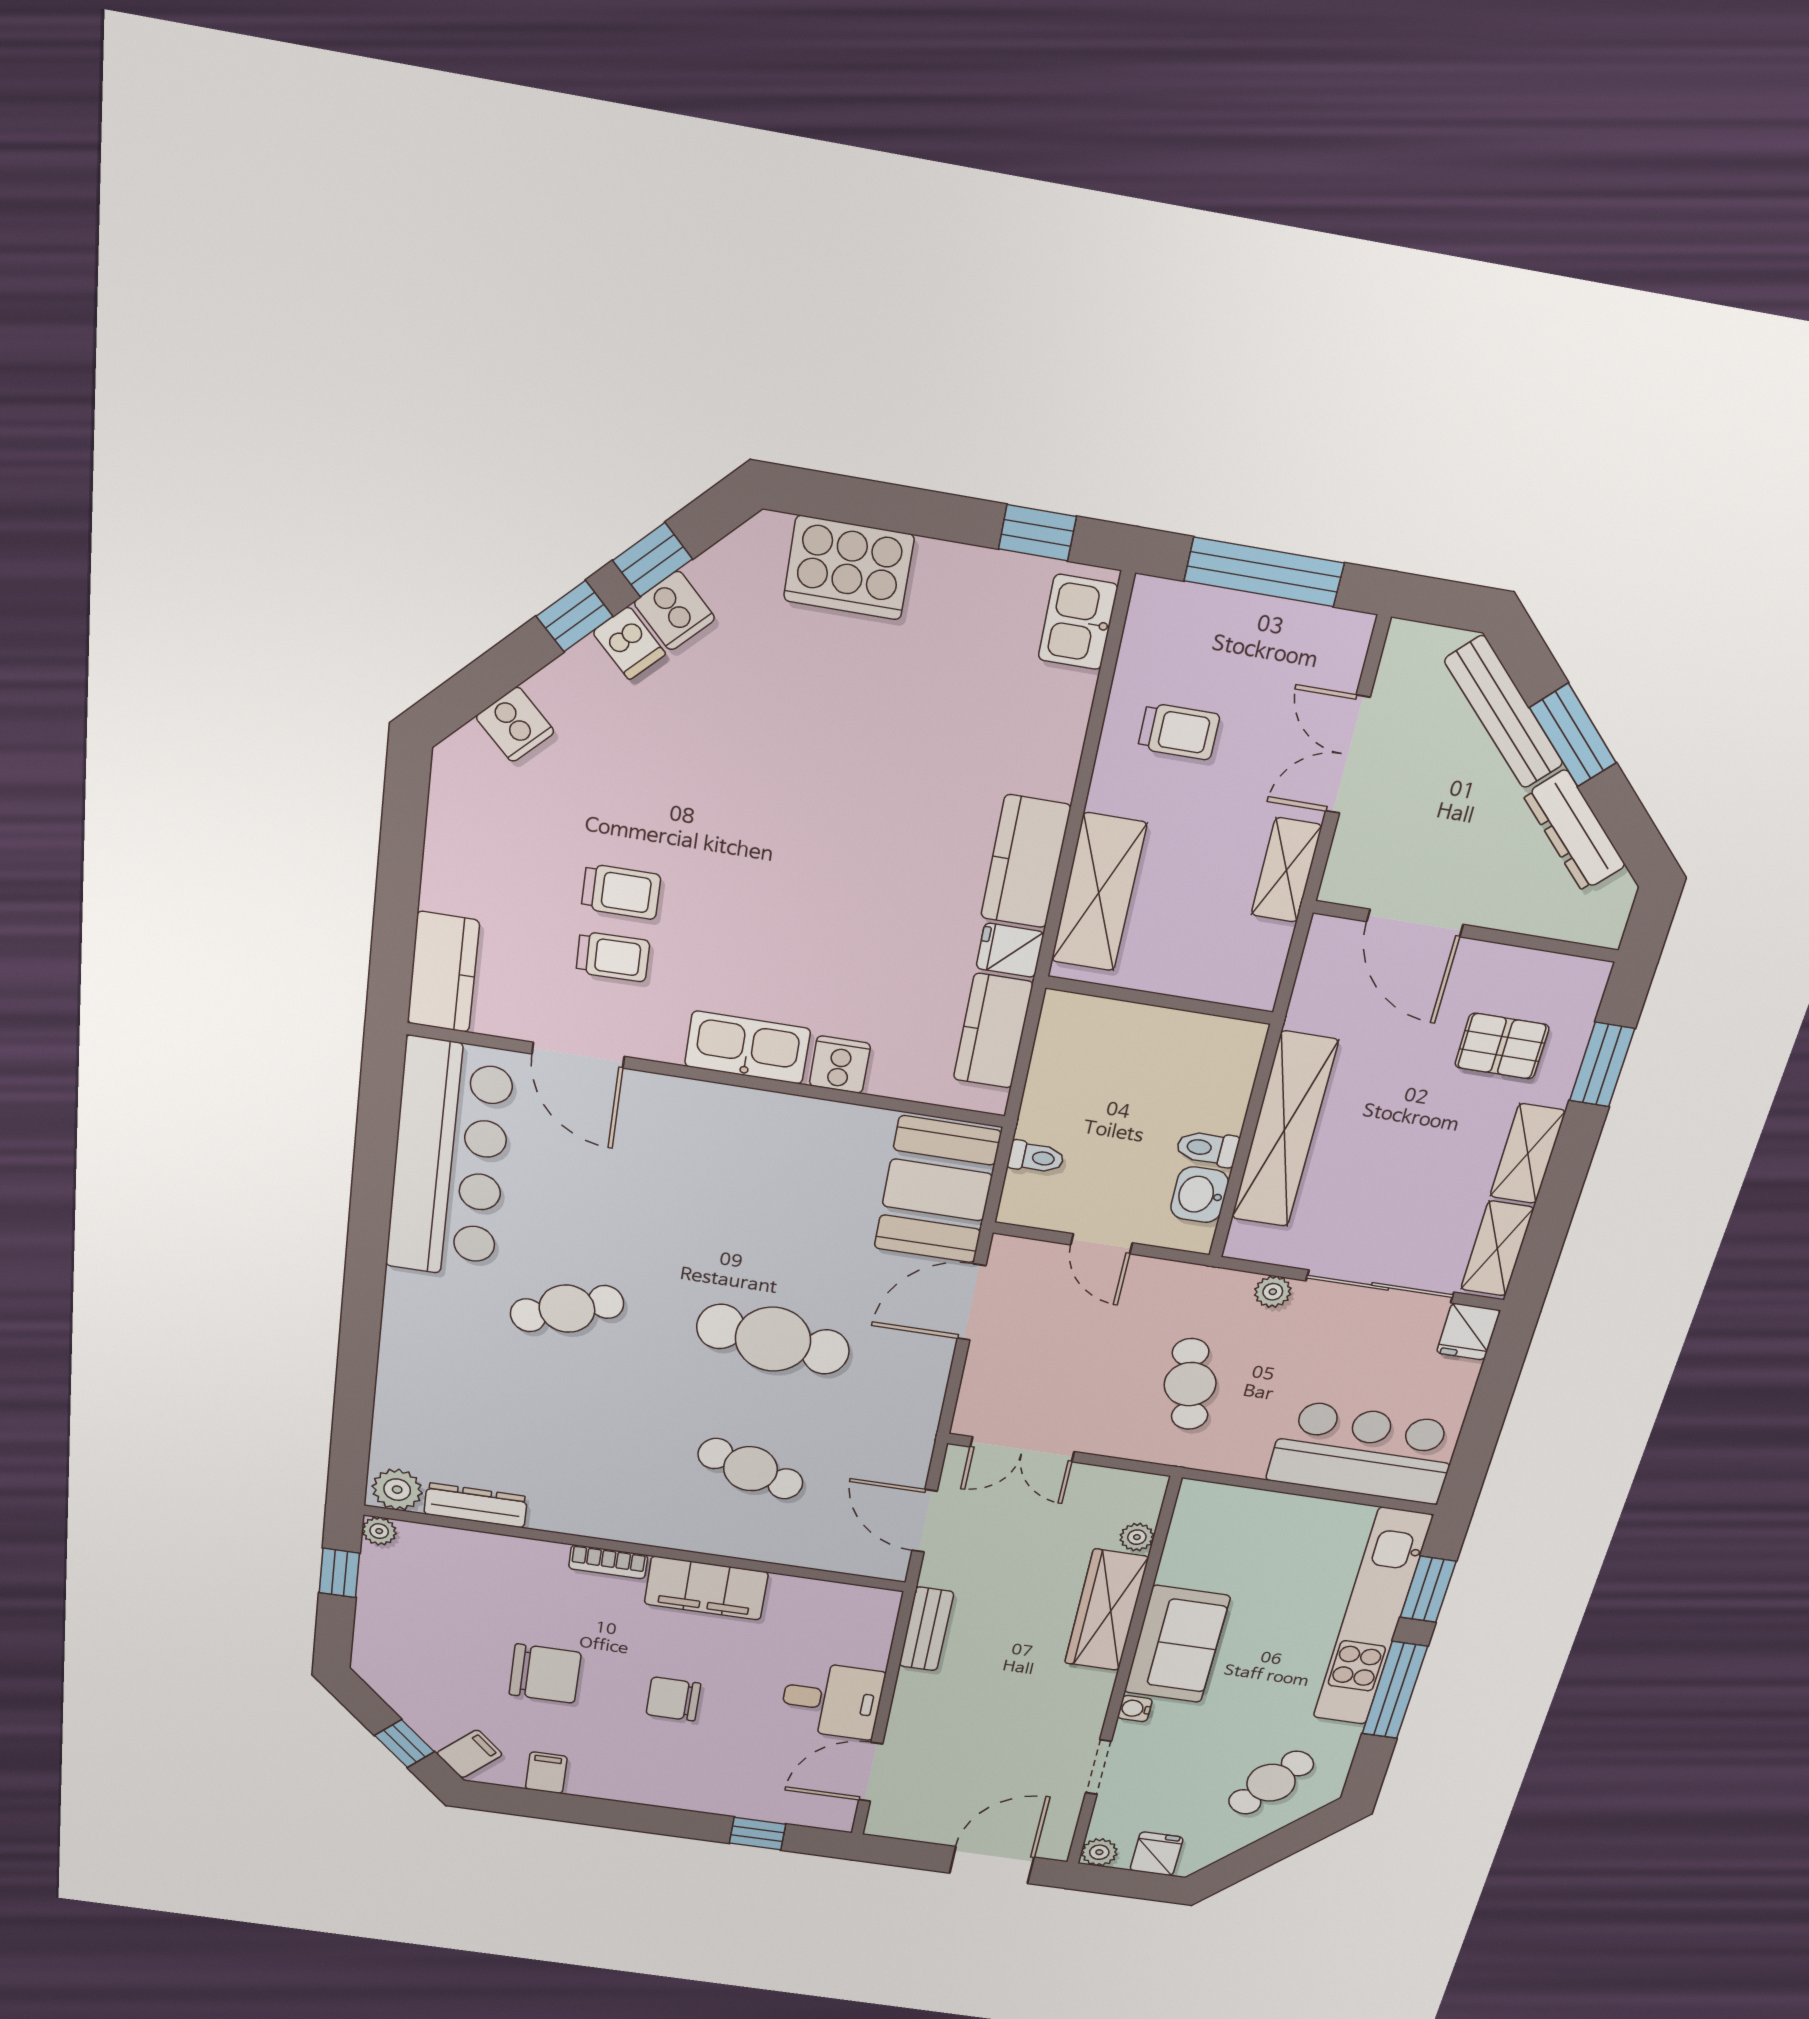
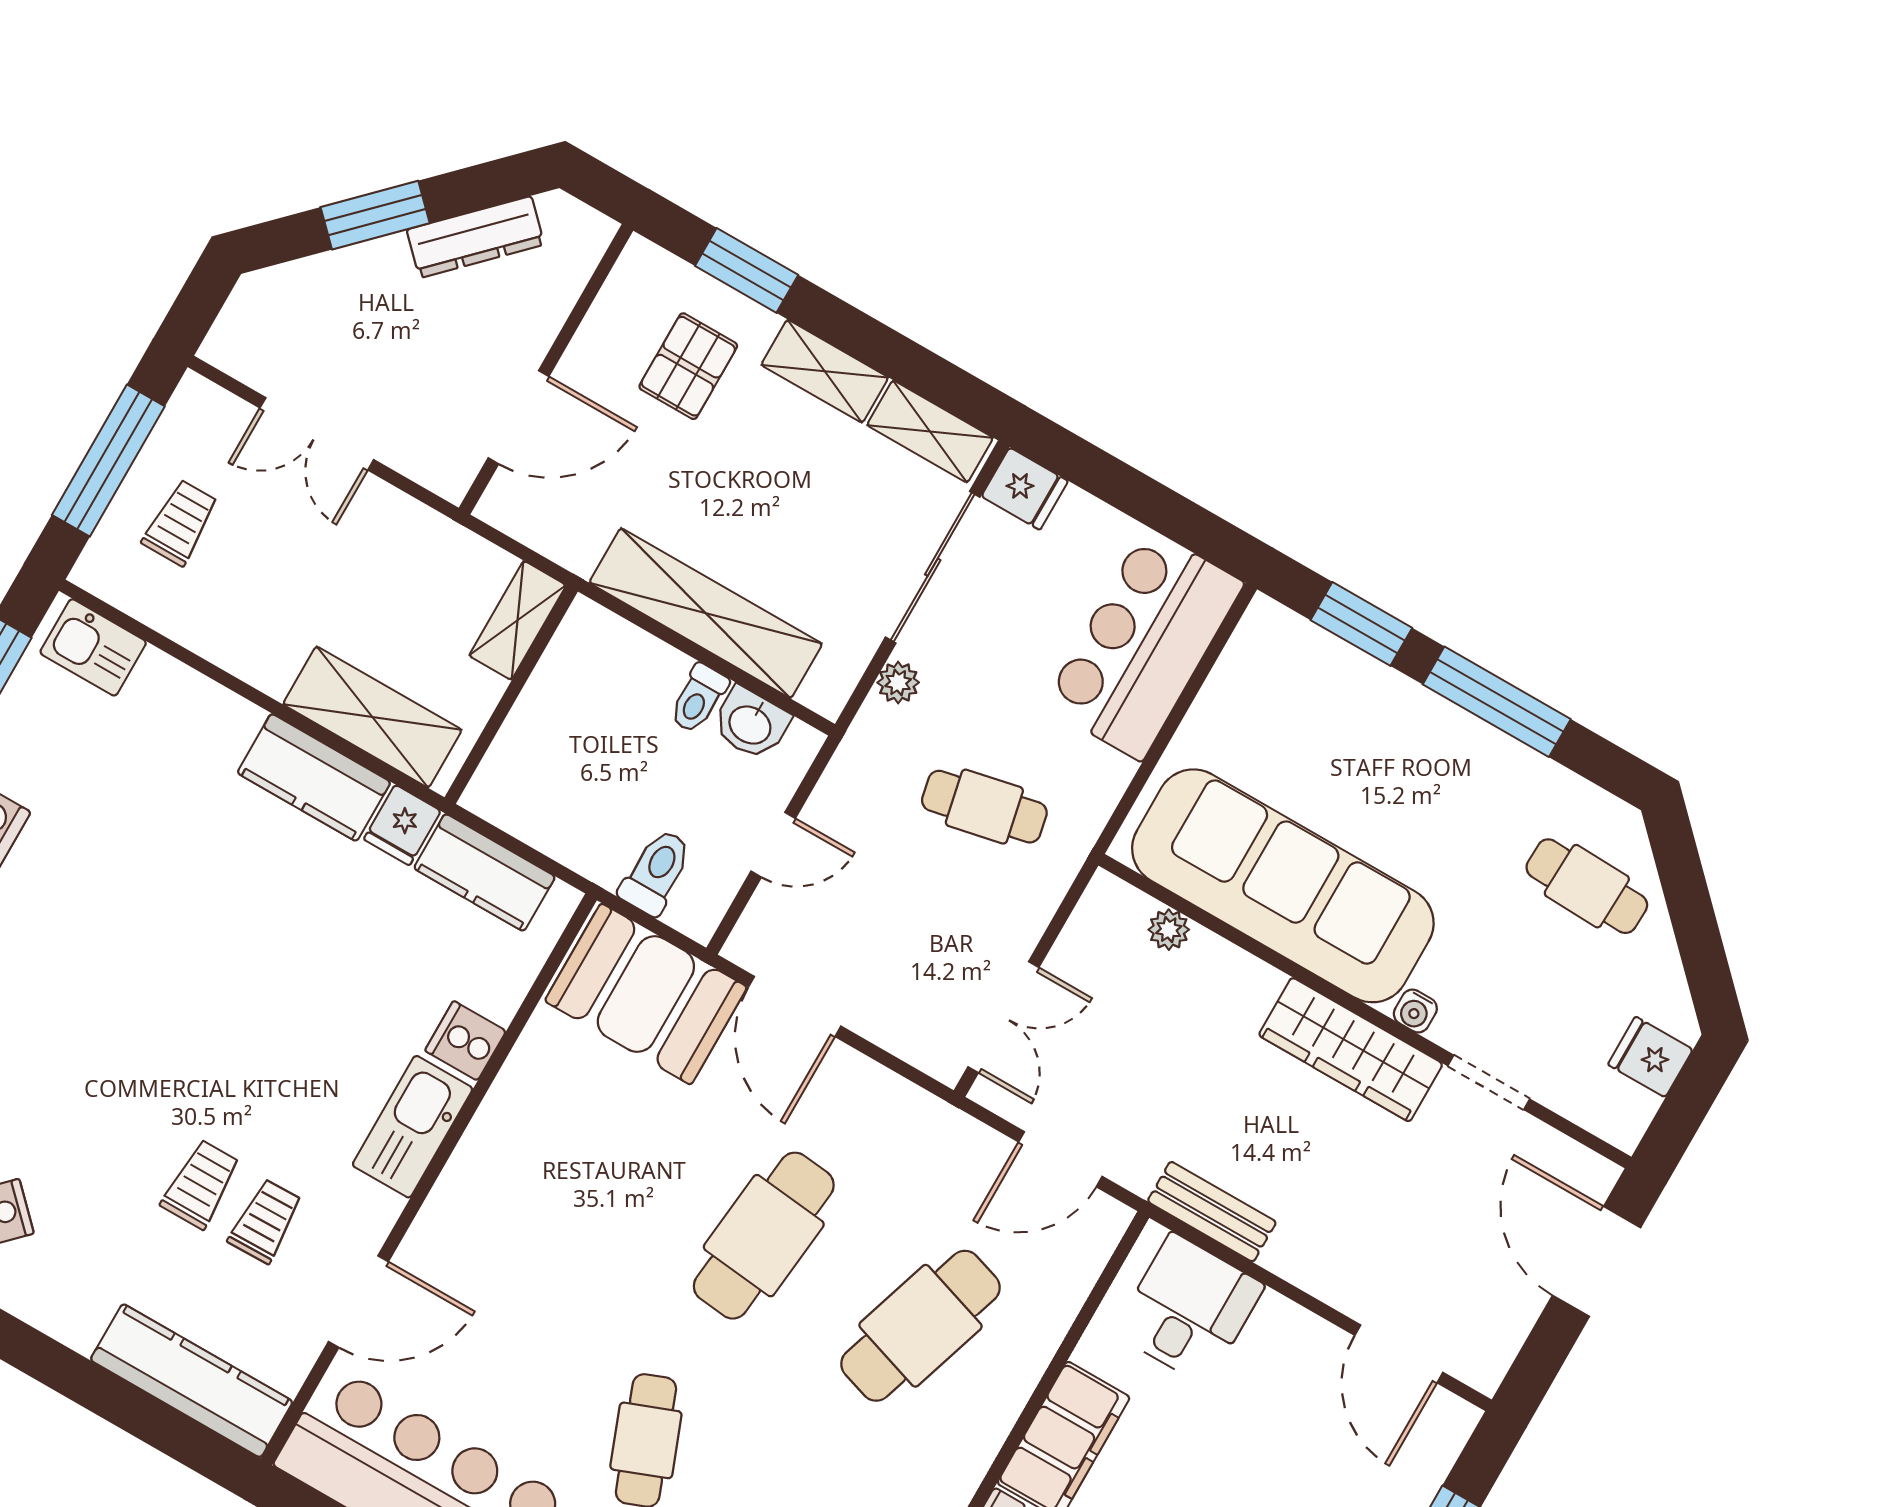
bench: (1504, 712) -> (328, 275), removed
trolley: (1179, 731) -> (180, 523), moved
shelving: (1286, 870) -> (518, 620), moved, turned 90
kitchen counter: (443, 972) -> (192, 1381), width x1.50
toilet: (1036, 1157) -> (656, 872), width x1.37, depth x1.39
cafe table: (750, 1469) -> (920, 1326), width x1.37, depth x1.35
wardrobe: (1106, 1610) -> (1351, 1050), moved
kitchen unit: (1372, 1618) -> (1380, 698), removed
sofa: (1177, 1644) -> (1283, 886), width x1.85, depth x1.27
desk: (832, 1700) -> (1189, 1309), moved
cafe table: (1271, 1783) -> (1587, 886), turned -33
plant: (1099, 1852) -> (1623, 1125), removed

